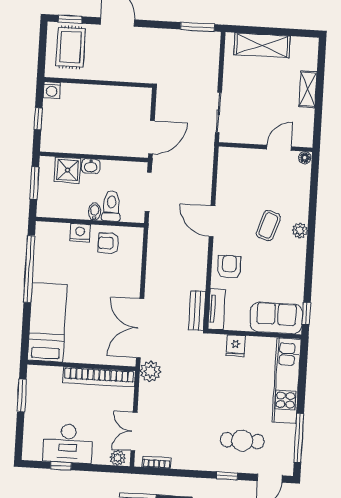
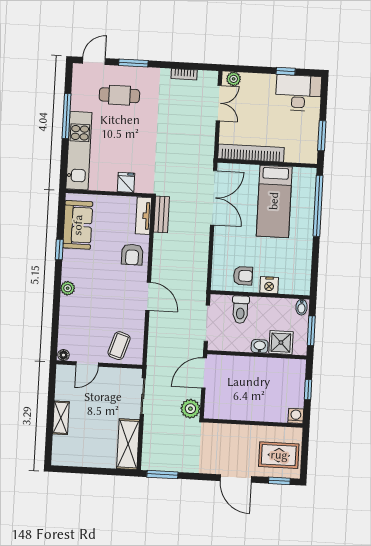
shelving: (262, 45) -> (128, 444), moved, turned 90
rug: (71, 47) -> (279, 455), turned 90
bidet: (95, 212) -> (302, 307), moved
coffee table: (268, 226) -> (119, 346), moved
window: (29, 269) -> (318, 206), moved
window: (306, 313) -> (59, 250), moved
sofa: (276, 318) -> (78, 225), moved, turned -90
bed: (47, 322) -> (274, 201), moved
plant: (150, 371) -> (190, 409), moved
window: (299, 438) -> (66, 116), moved
desk: (68, 443) -> (298, 93), moved
bookcase: (157, 462) -> (184, 74), moved
window: (227, 476) -> (133, 63), width x1.50

